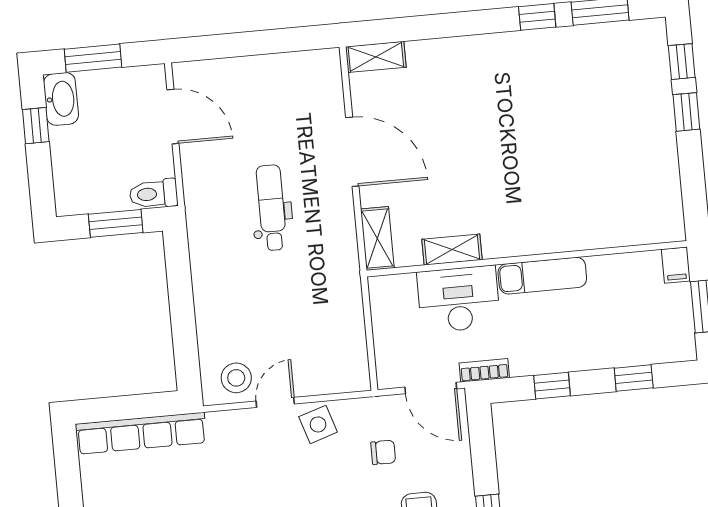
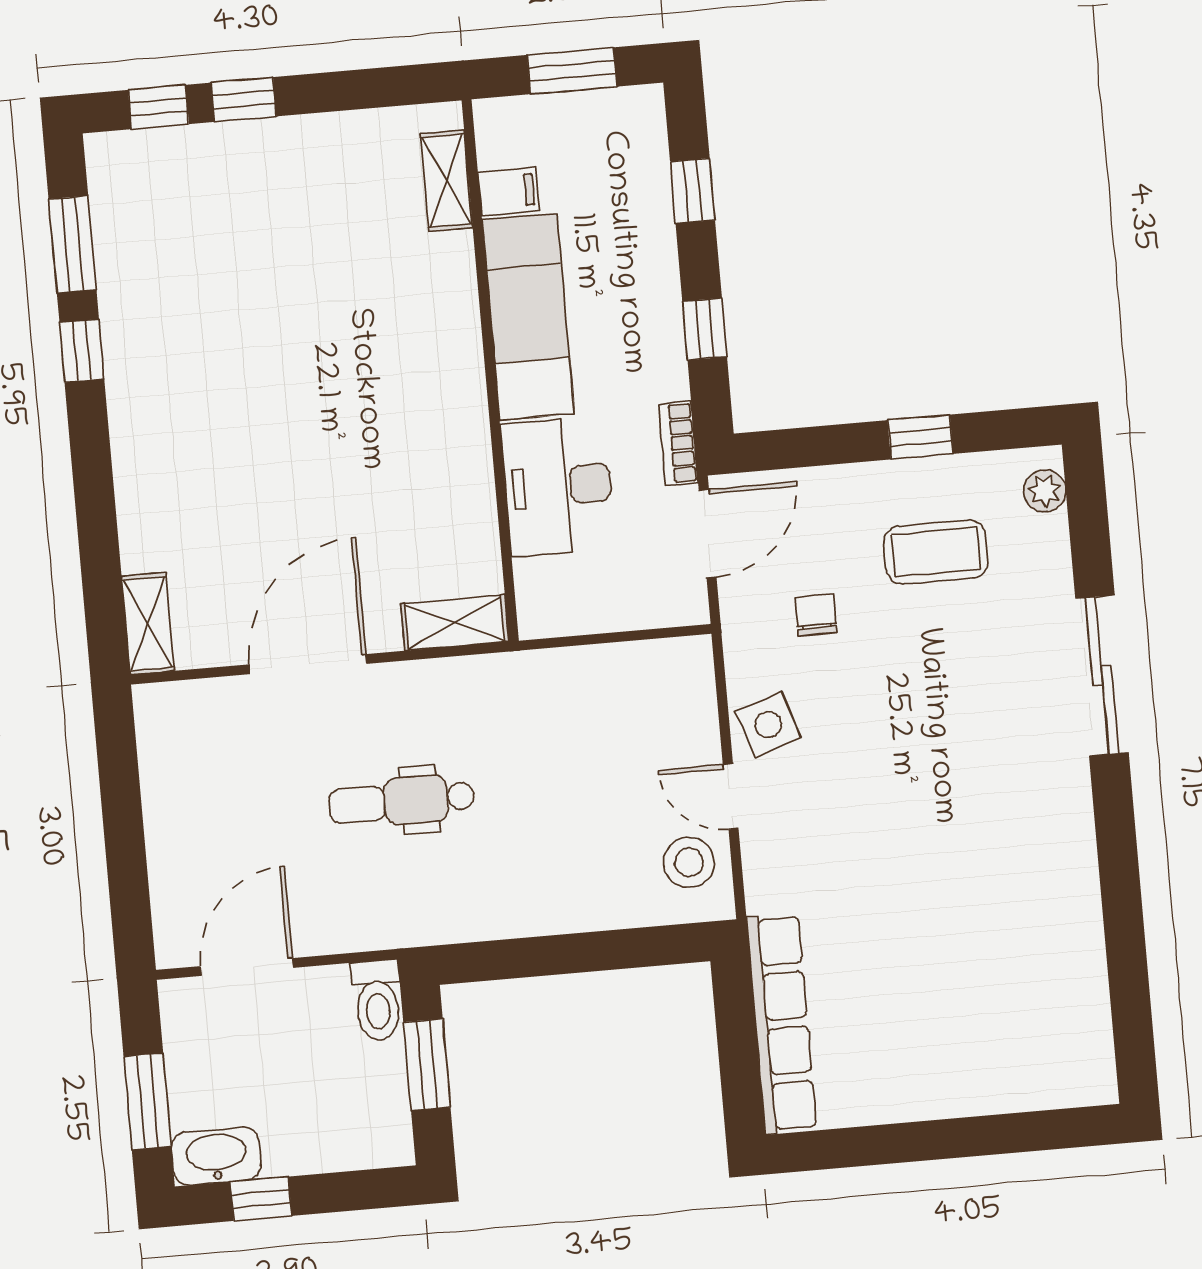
shelving: (452, 250) -> (446, 181), moved
filing cabinet: (676, 265) -> (509, 191), moved
exam couch: (542, 276) -> (528, 317), width x1.36, depth x1.45

